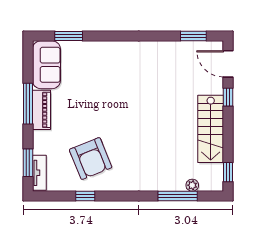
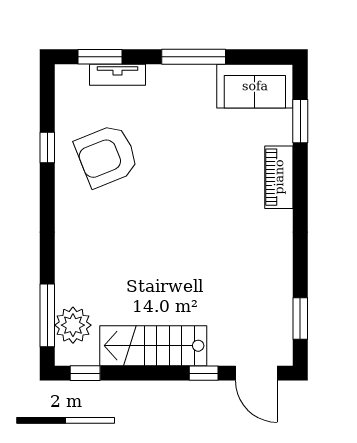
door: (228, 64) -> (256, 373), swing flipped
piano: (41, 110) -> (279, 177), moved, turned 90
tv unit: (39, 173) -> (117, 75), moved
plant: (192, 185) -> (73, 325), width x1.87, depth x1.87
window: (178, 196) -> (47, 315), moved

